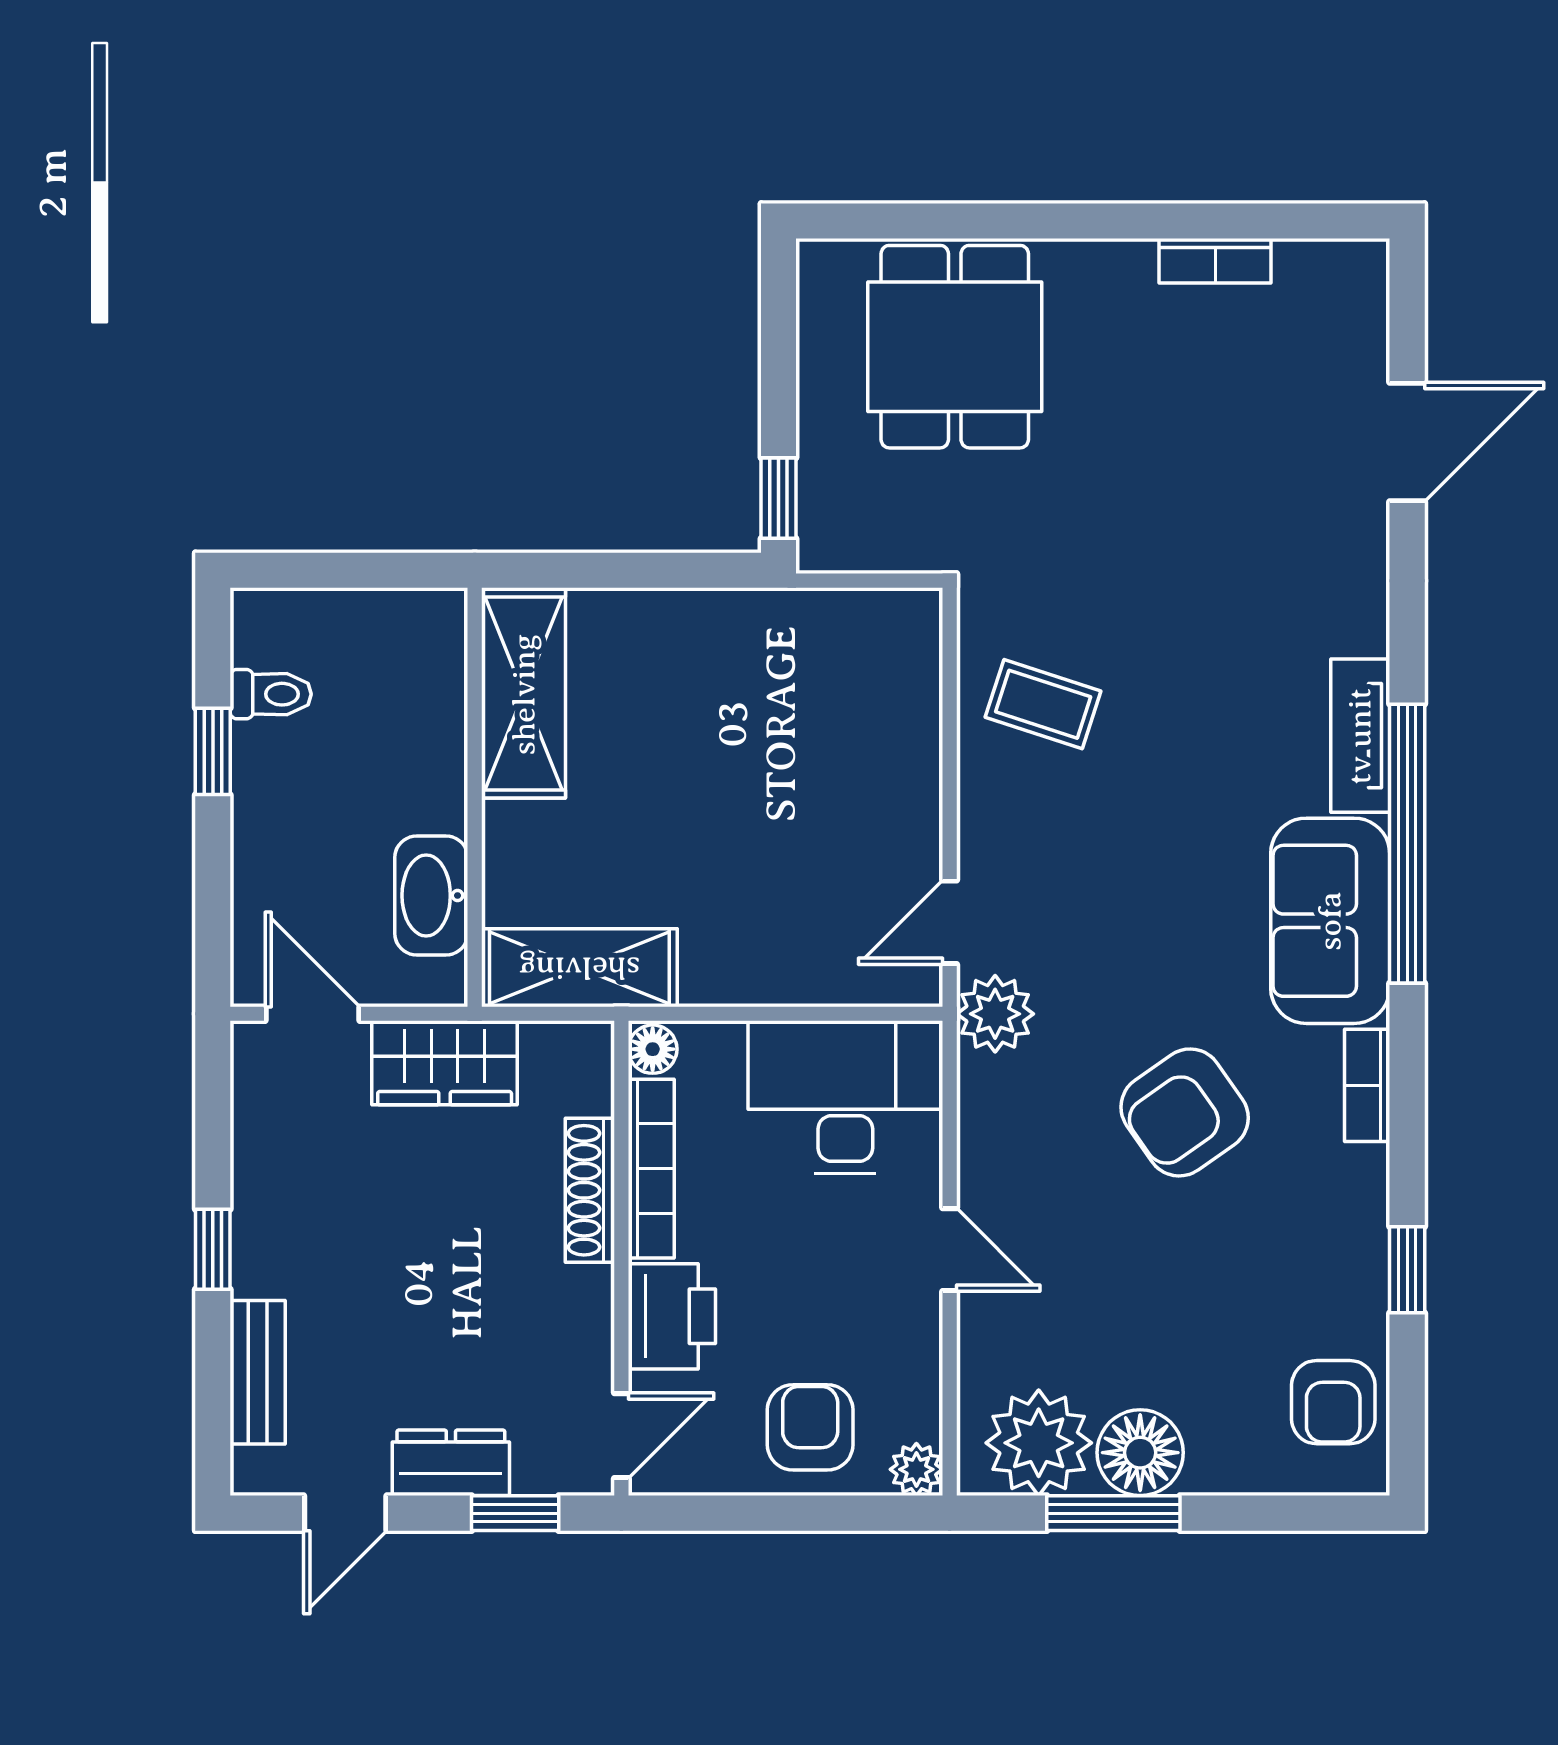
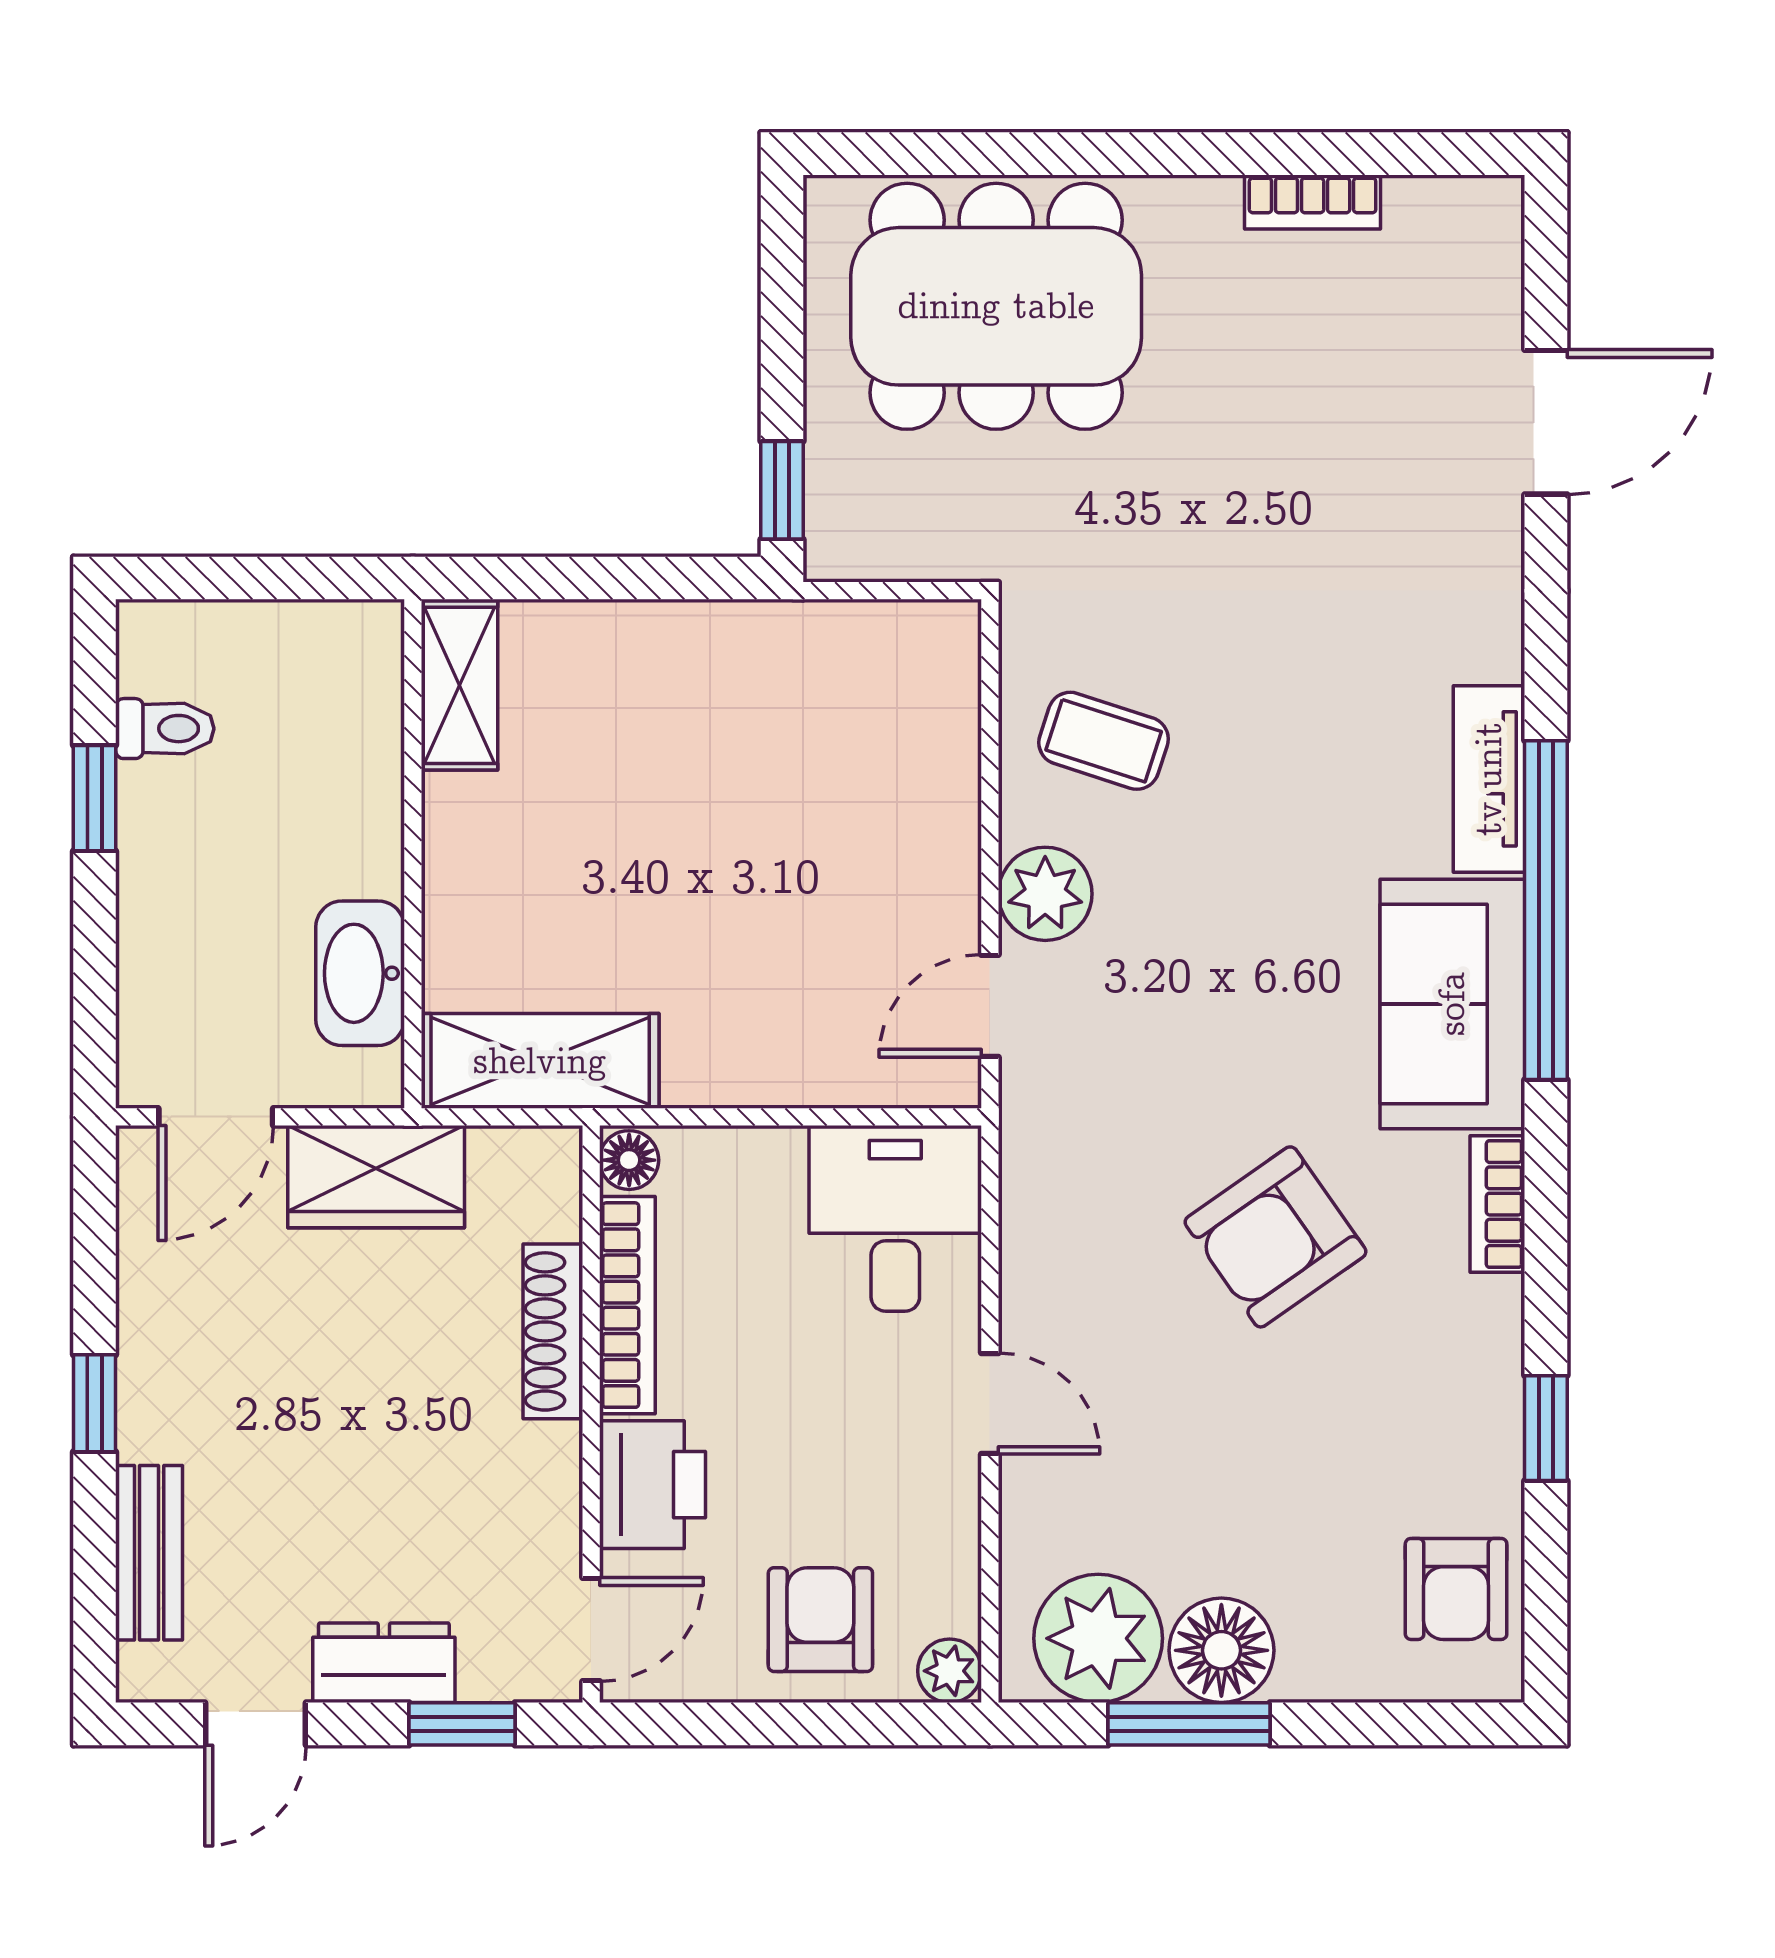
dining table: (955, 347) -> (996, 306), width x1.38
shelving: (524, 694) -> (459, 685), width x0.67, depth x0.75
door: (313, 1014) -> (216, 1117), swing flipped
plant: (995, 1014) -> (1045, 894), moved
desk: (845, 1097) -> (895, 1218), width x0.73

